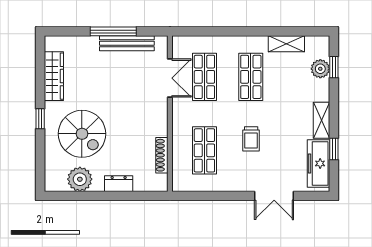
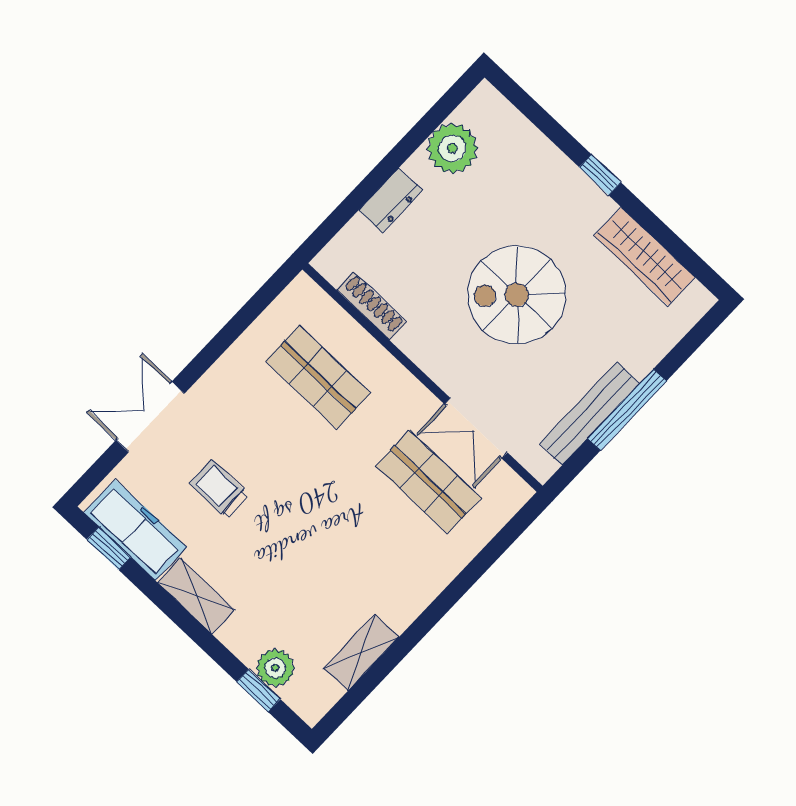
shop shelf: (251, 77) -> (362, 552), removed
spiral stairs: (82, 134) -> (517, 295), moved
trolley: (251, 139) -> (219, 489), moved
window: (334, 149) -> (109, 548), moved

